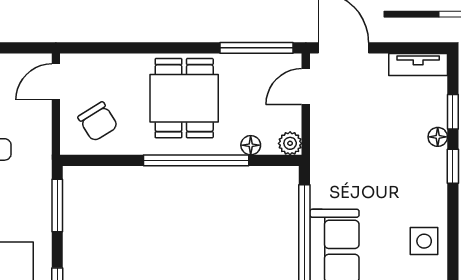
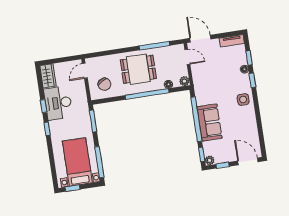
window: (256, 48) -> (154, 46), moved
door: (306, 87) -> (187, 57), swing flipped
dining table: (184, 98) -> (138, 69), turned 90
side table: (424, 241) -> (243, 99), moved

